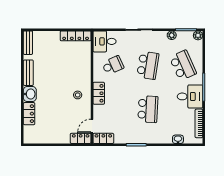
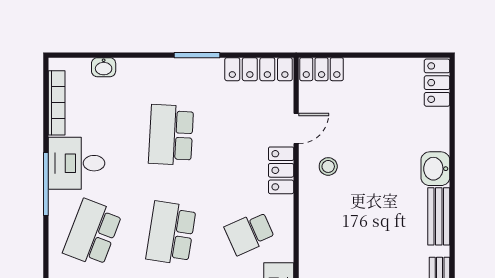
school desk: (183, 65) -> (93, 233), turned 45
locker: (29, 114) -> (437, 83), moved
door: (92, 126) -> (296, 128), moved
locker: (103, 138) -> (259, 69), width x1.53

